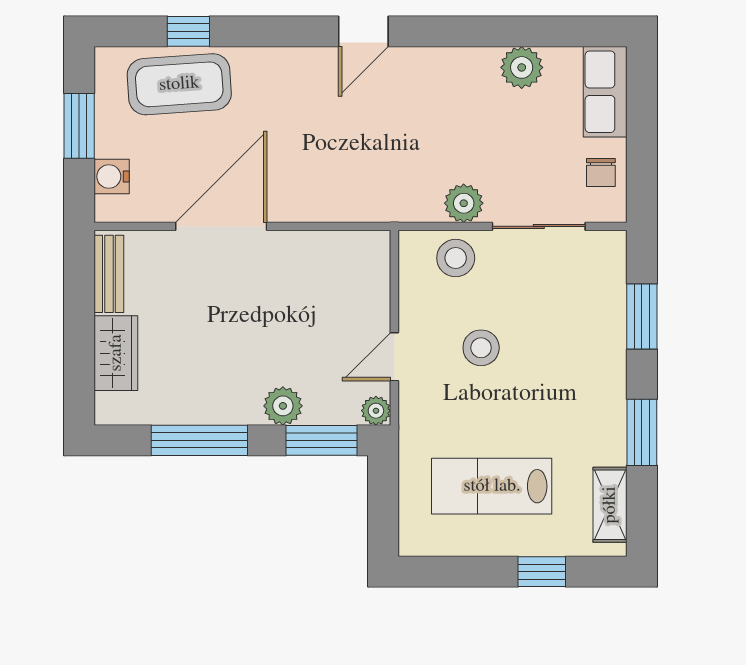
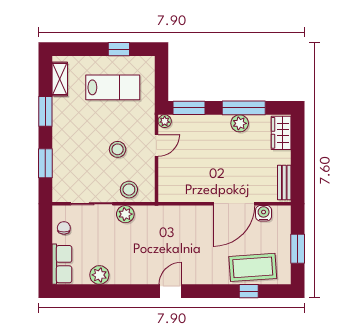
water cooler: (112, 176) -> (264, 213), moved, turned -90
wardrobe: (116, 353) -> (281, 133), moved
plant: (283, 406) -> (240, 123), moved
window: (542, 572) -> (119, 49), moved

